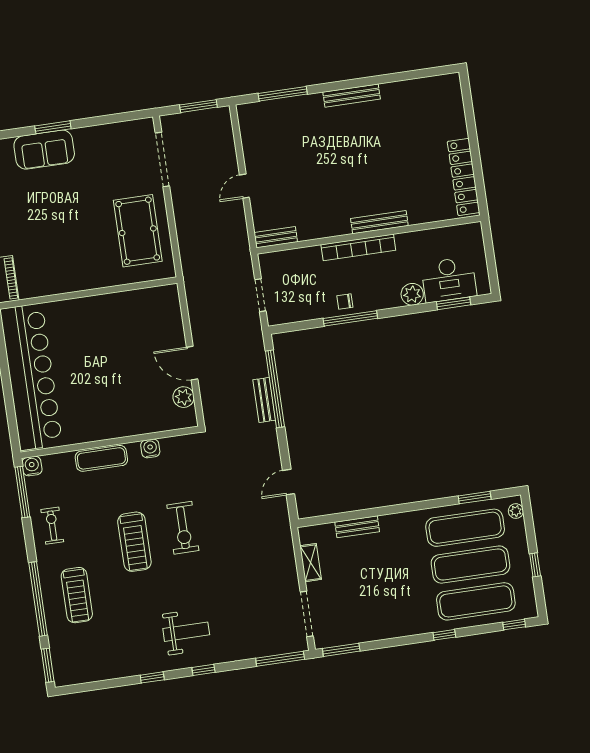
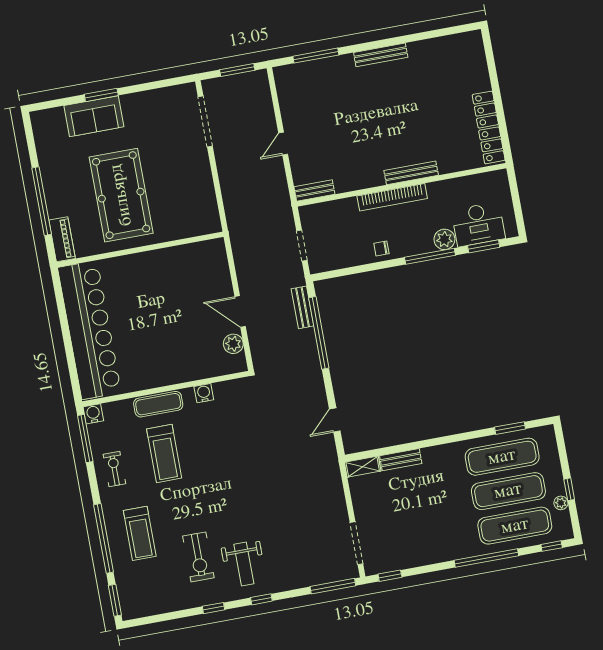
pool table: (138, 231) -> (121, 195), moved, width x1.36, depth x1.32
window: (350, 318) -> (430, 256), moved
bench: (264, 400) -> (302, 307), moved
plant: (516, 511) -> (561, 503), moved
exercise bike: (183, 528) -> (198, 557), moved
treadmill: (134, 542) -> (164, 453), moved
shelving: (311, 563) -> (363, 467), moved, turned 90
weight bench: (186, 632) -> (244, 564), turned 90
window: (444, 635) -> (486, 558), width x3.17
window: (341, 650) -> (390, 576), width x0.67

